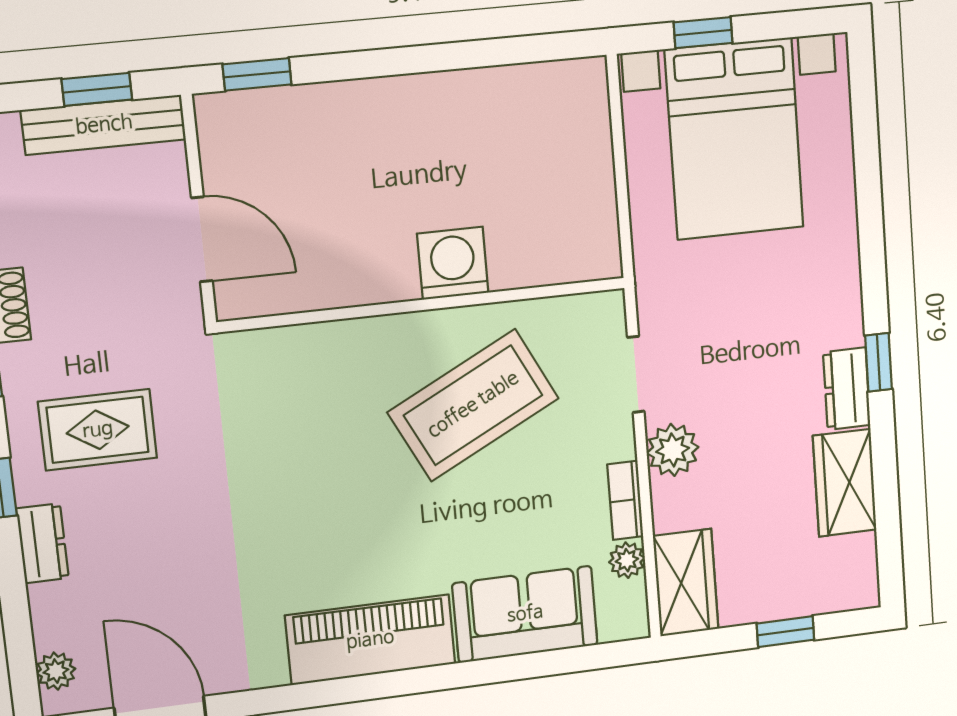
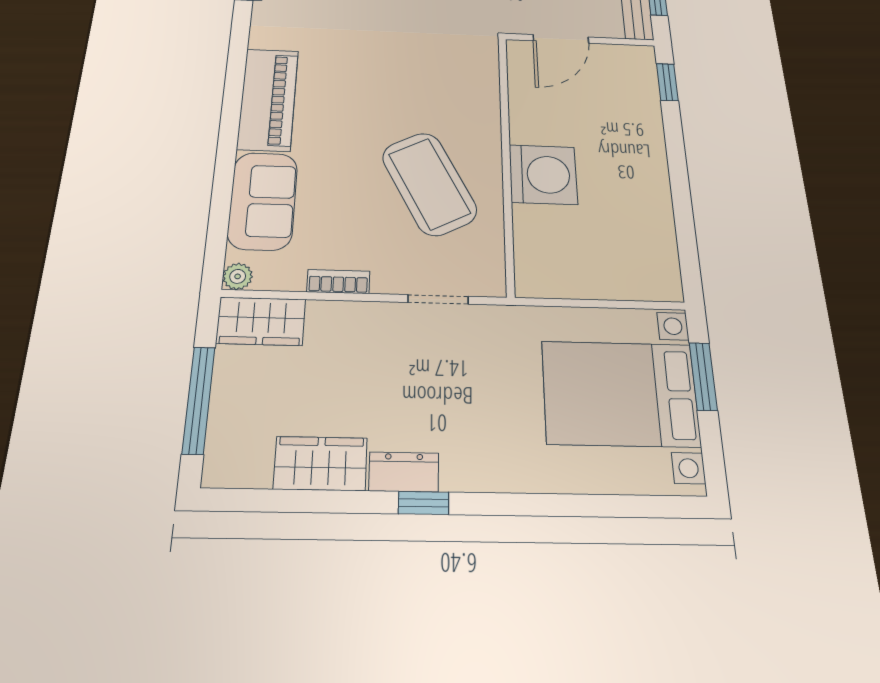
window: (703, 33) -> (703, 376), width x1.50
washing machine: (453, 263) -> (543, 175), width x1.37, depth x1.37
plant: (673, 450) -> (373, 321), removed
plant: (627, 560) -> (238, 276), moved
window: (785, 632) -> (199, 400), width x2.17

